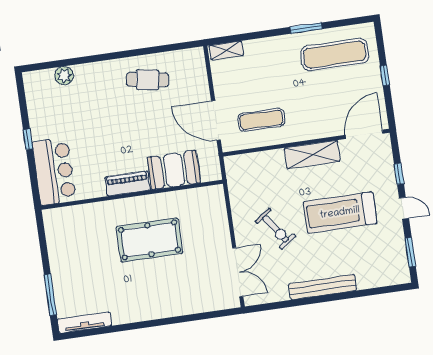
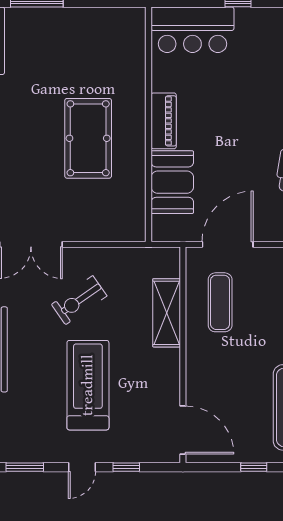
shelving: (312, 155) -> (167, 313), moved

